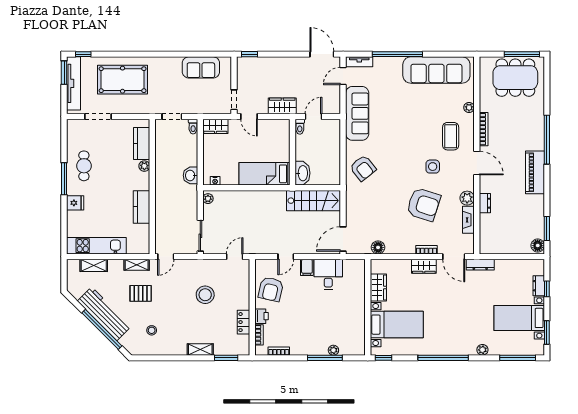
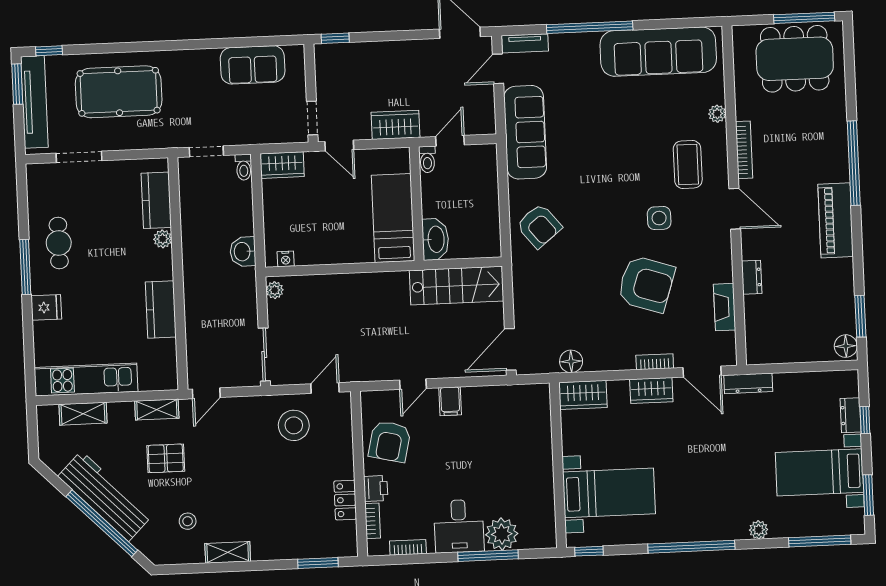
bed: (264, 174) -> (393, 218), moved, turned 90
plant: (467, 198) -> (721, 270), removed
desk: (328, 274) -> (459, 526), moved, turned 180
wardrobe: (378, 288) -> (583, 395), moved, turned 90
stool: (205, 295) -> (294, 425), moved
shelving: (200, 349) -> (228, 552), moved
plant: (333, 350) -> (502, 534), width x1.88, depth x1.88

